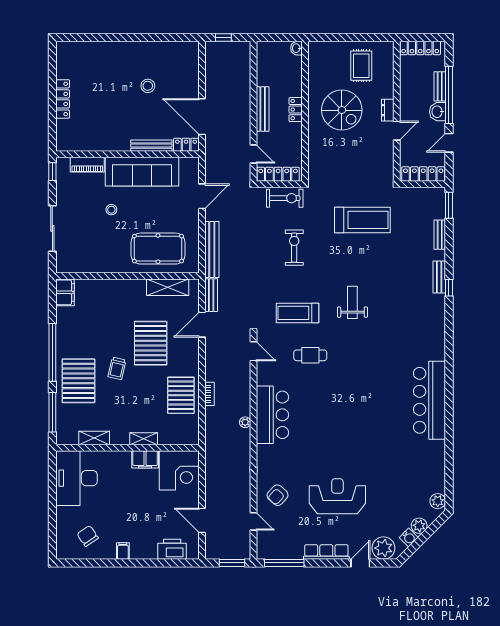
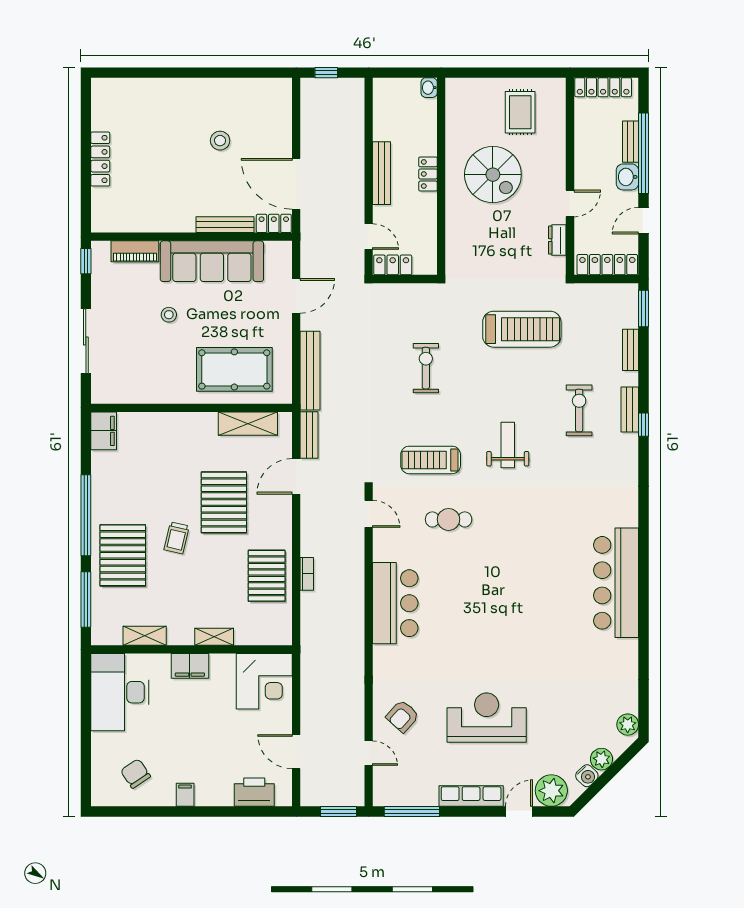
dresser: (388, 110) -> (557, 240), moved
locker: (278, 174) -> (393, 265), width x0.66
exercise bike: (285, 198) -> (579, 410), moved, turned -90
plant: (245, 422) -> (357, 614), removed
filing cabinet: (145, 459) -> (190, 666), moved

